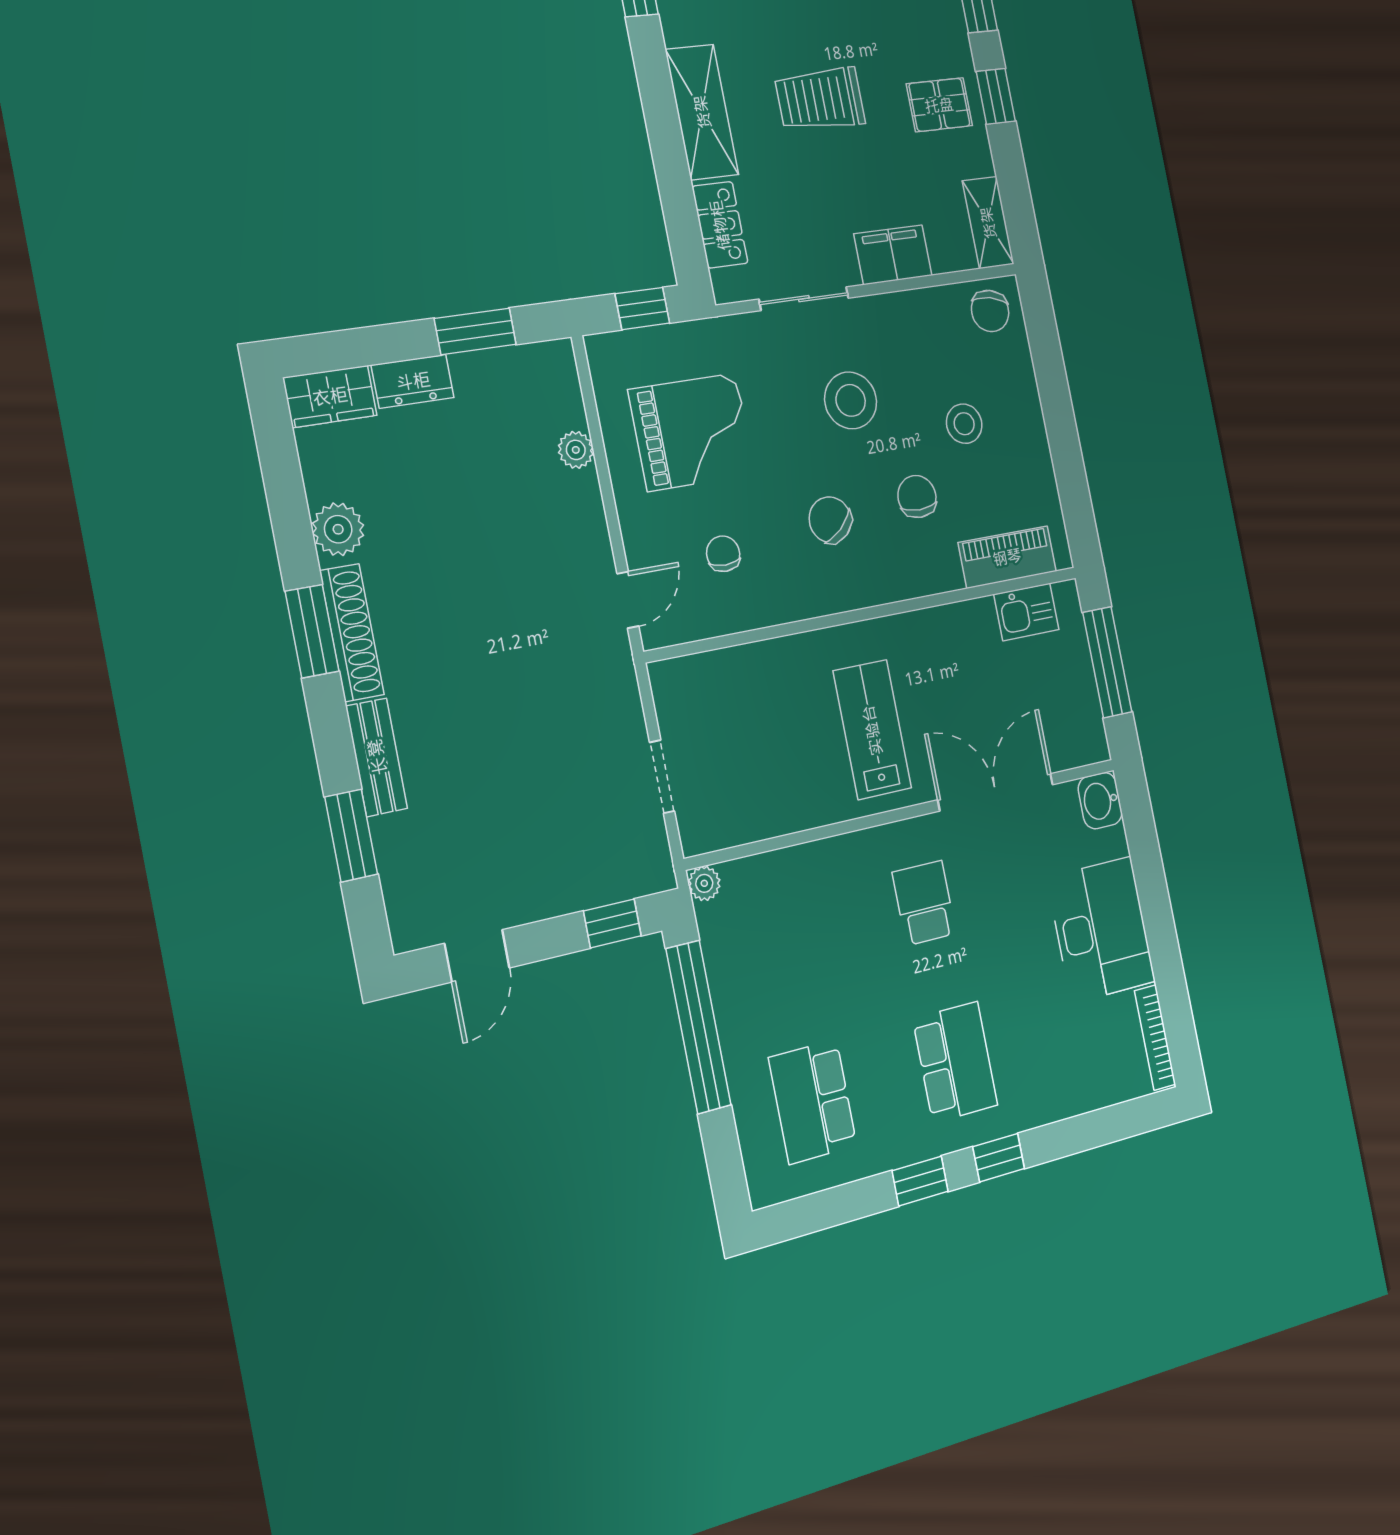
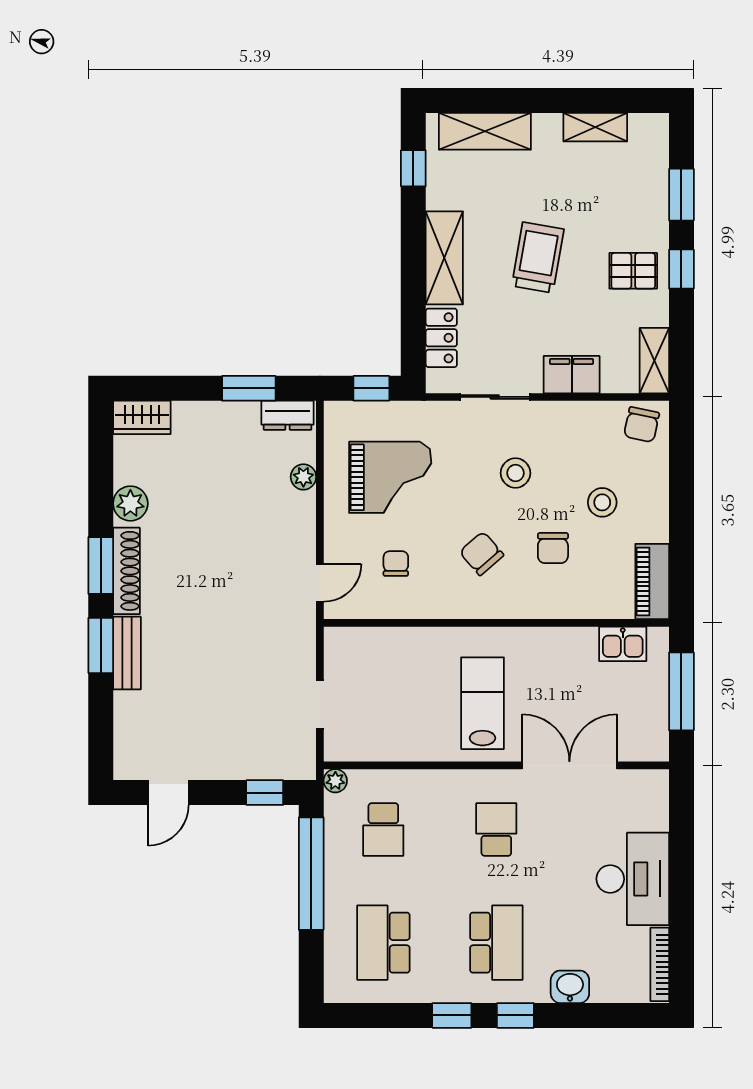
trolley: (820, 99) -> (538, 258), turned 100
dresser: (413, 381) -> (288, 415), moved
stool: (851, 400) -> (516, 473), width x0.73, depth x0.73
chair: (917, 497) -> (553, 548), turned 180
piano: (1007, 557) -> (652, 582), moved, turned -90
washbasin: (1100, 801) -> (570, 987), moved, turned 90
window: (351, 836) -> (101, 645), moved
school desk: (781, 939) -> (383, 830), added

